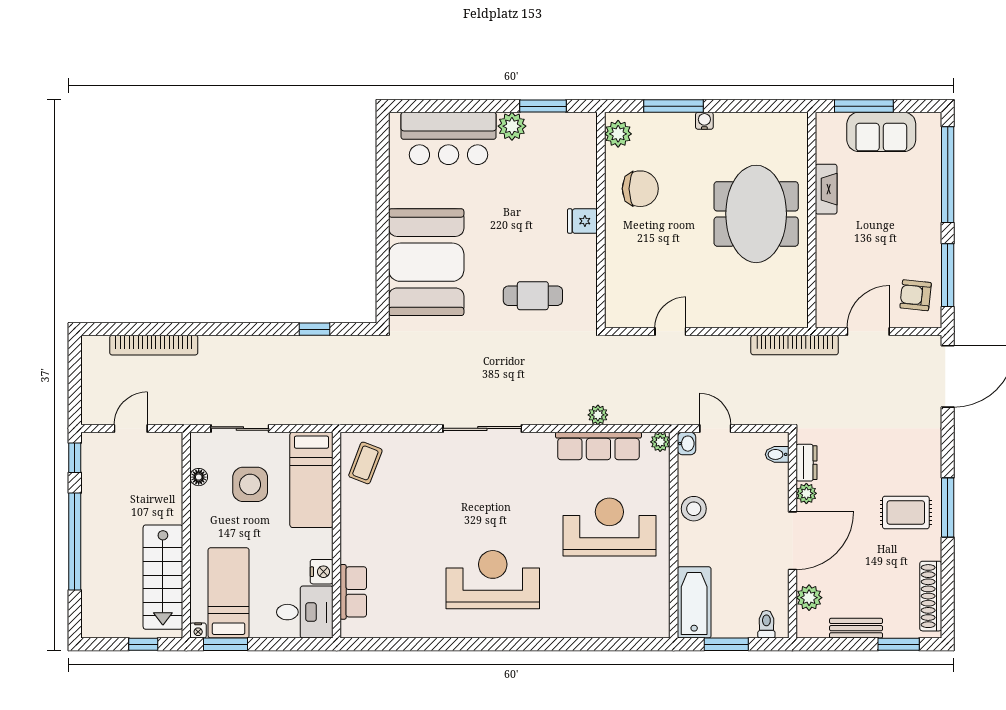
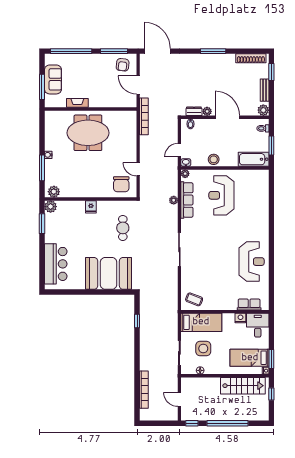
plant: (512, 126) -> (51, 207), moved
chair: (640, 189) -> (121, 184), moved, turned 180
rug: (906, 513) -> (215, 69), removed
reception desk: (493, 580) -> (252, 262), moved, turned 180
plant: (809, 598) -> (263, 110), moved

